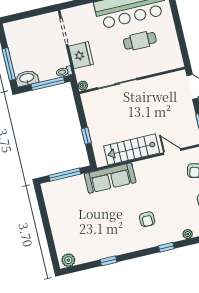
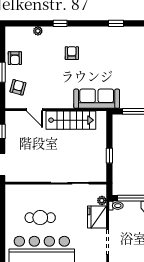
plant: (83, 86) -> (102, 200), moved
window: (86, 136) -> (109, 156), moved

